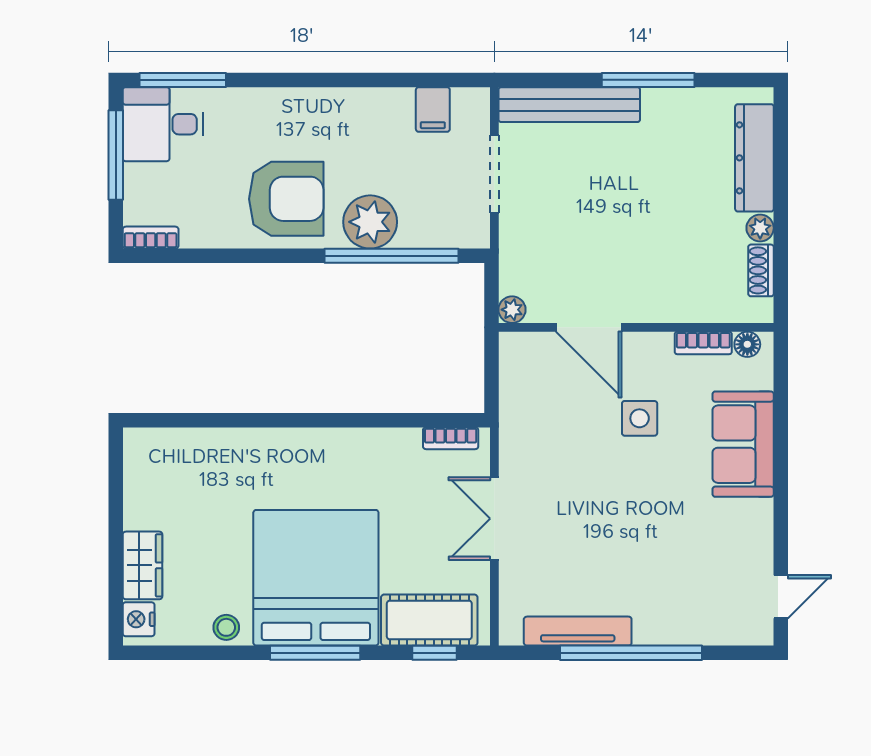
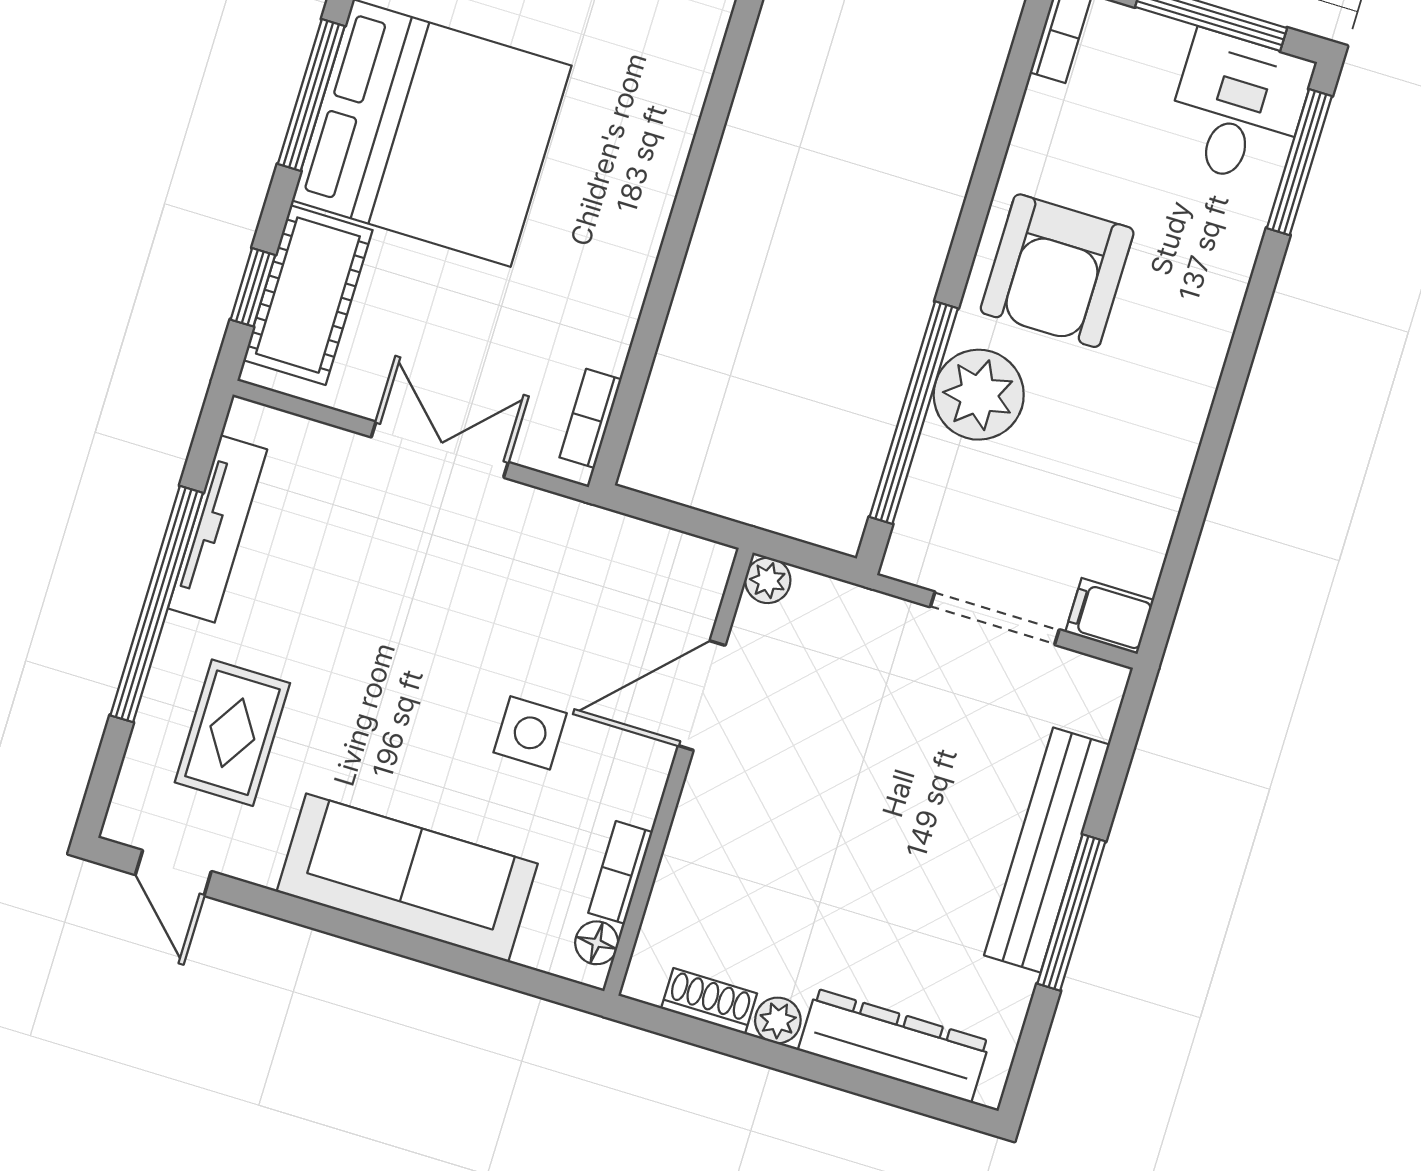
bench: (569, 105) -> (1047, 850), moved
filing cabinet: (433, 109) -> (1109, 616), moved
sofa: (743, 444) -> (407, 878), width x1.36
rug: (691, 587) -> (232, 733), added

